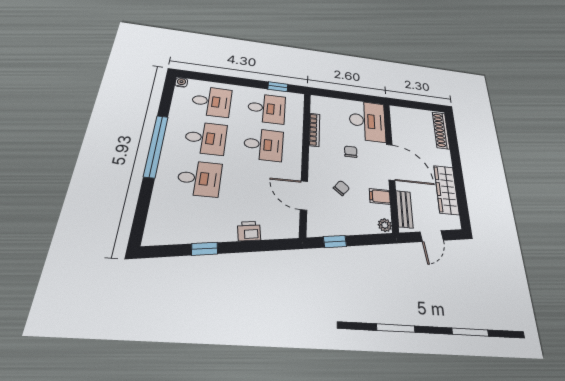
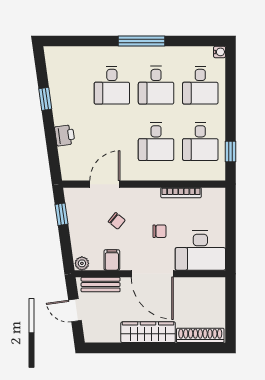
window: (156, 146) -> (141, 41), width x0.68
door: (391, 162) -> (152, 274), hinge flipped
wardrobe: (446, 190) -> (148, 332), moved

